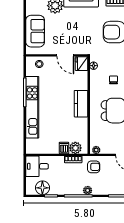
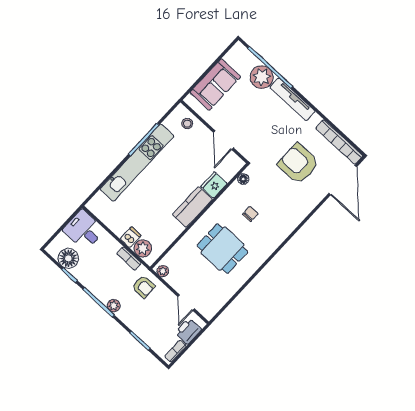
fridge: (82, 64) -> (214, 185), moved

